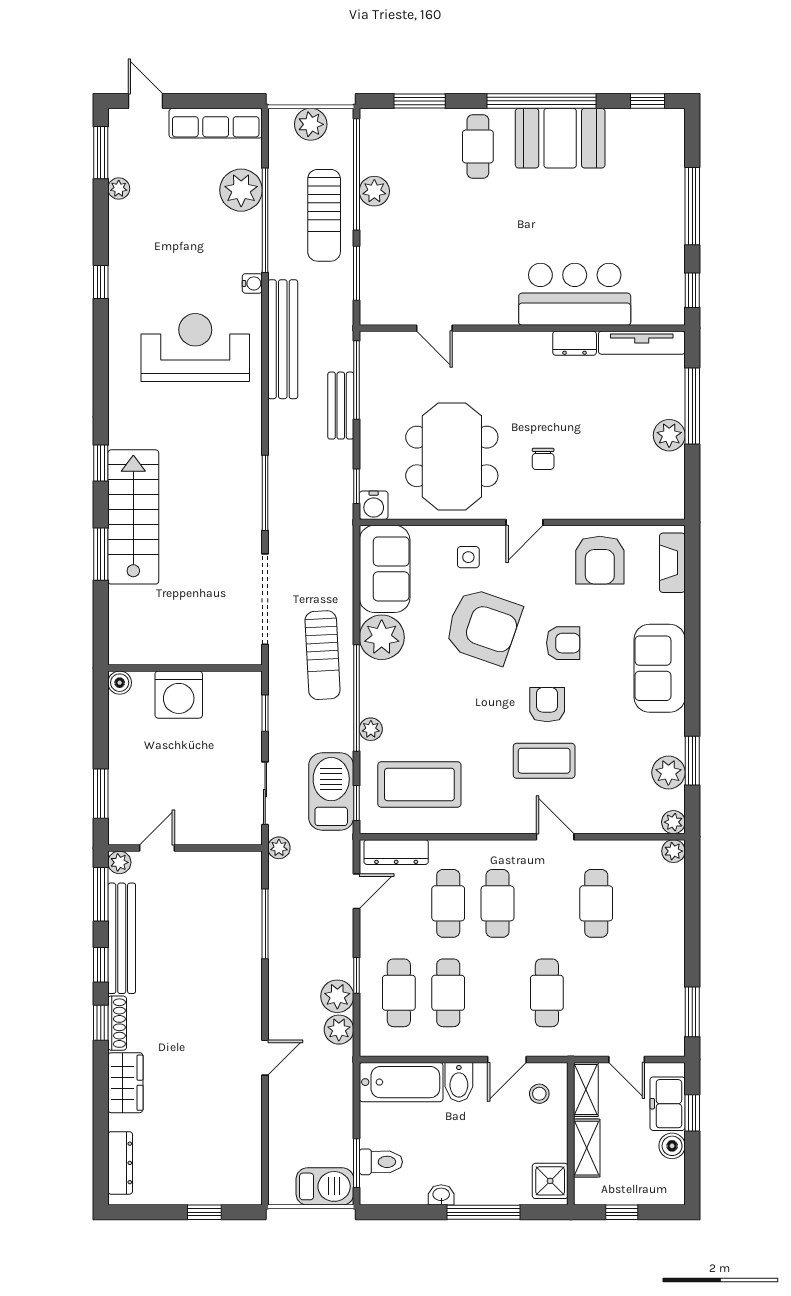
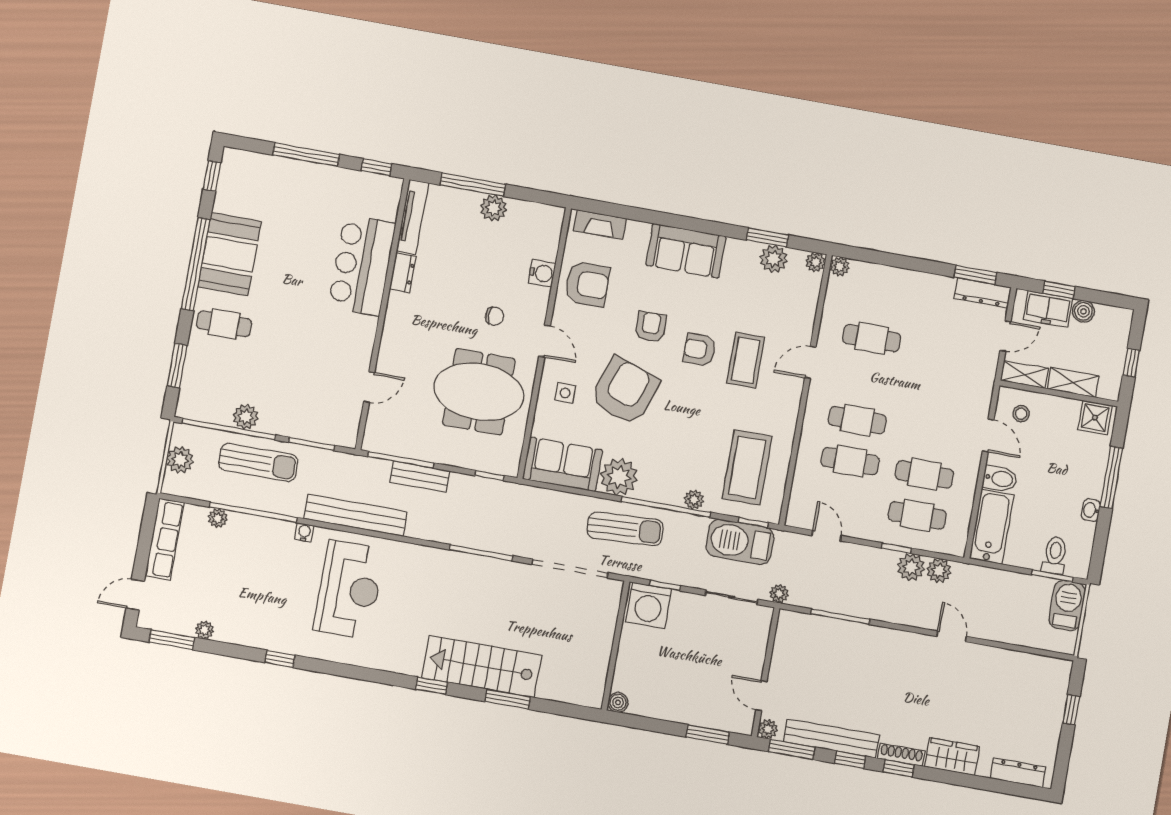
plant: (241, 190) -> (218, 518), width x0.53, depth x0.53
reception desk: (195, 347) -> (349, 590), turned 180
water cooler: (374, 505) -> (542, 273), moved
washing machine: (179, 695) -> (649, 605), moved, turned 90
dresser: (396, 852) -> (982, 293), moved, turned 90
cafe table: (547, 993) -> (939, 392), removed

